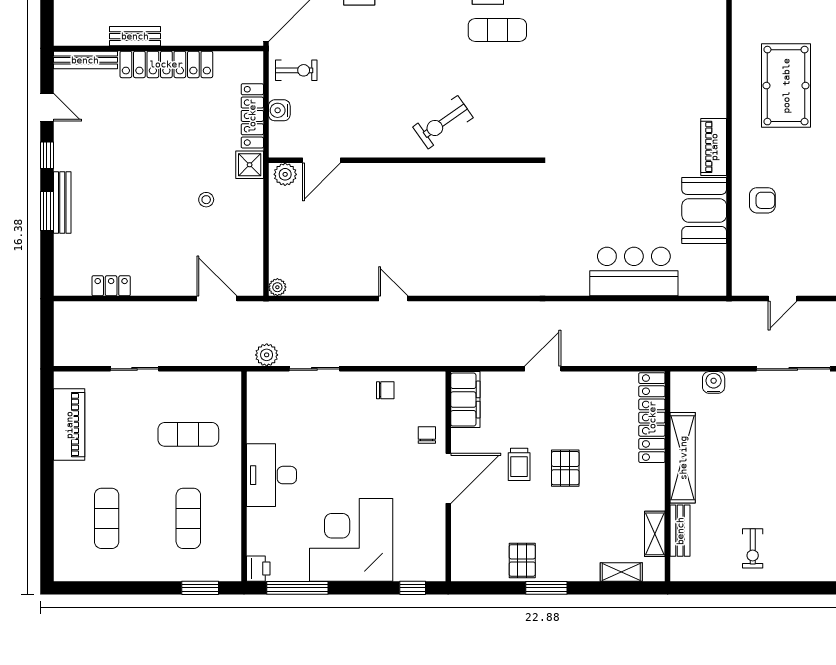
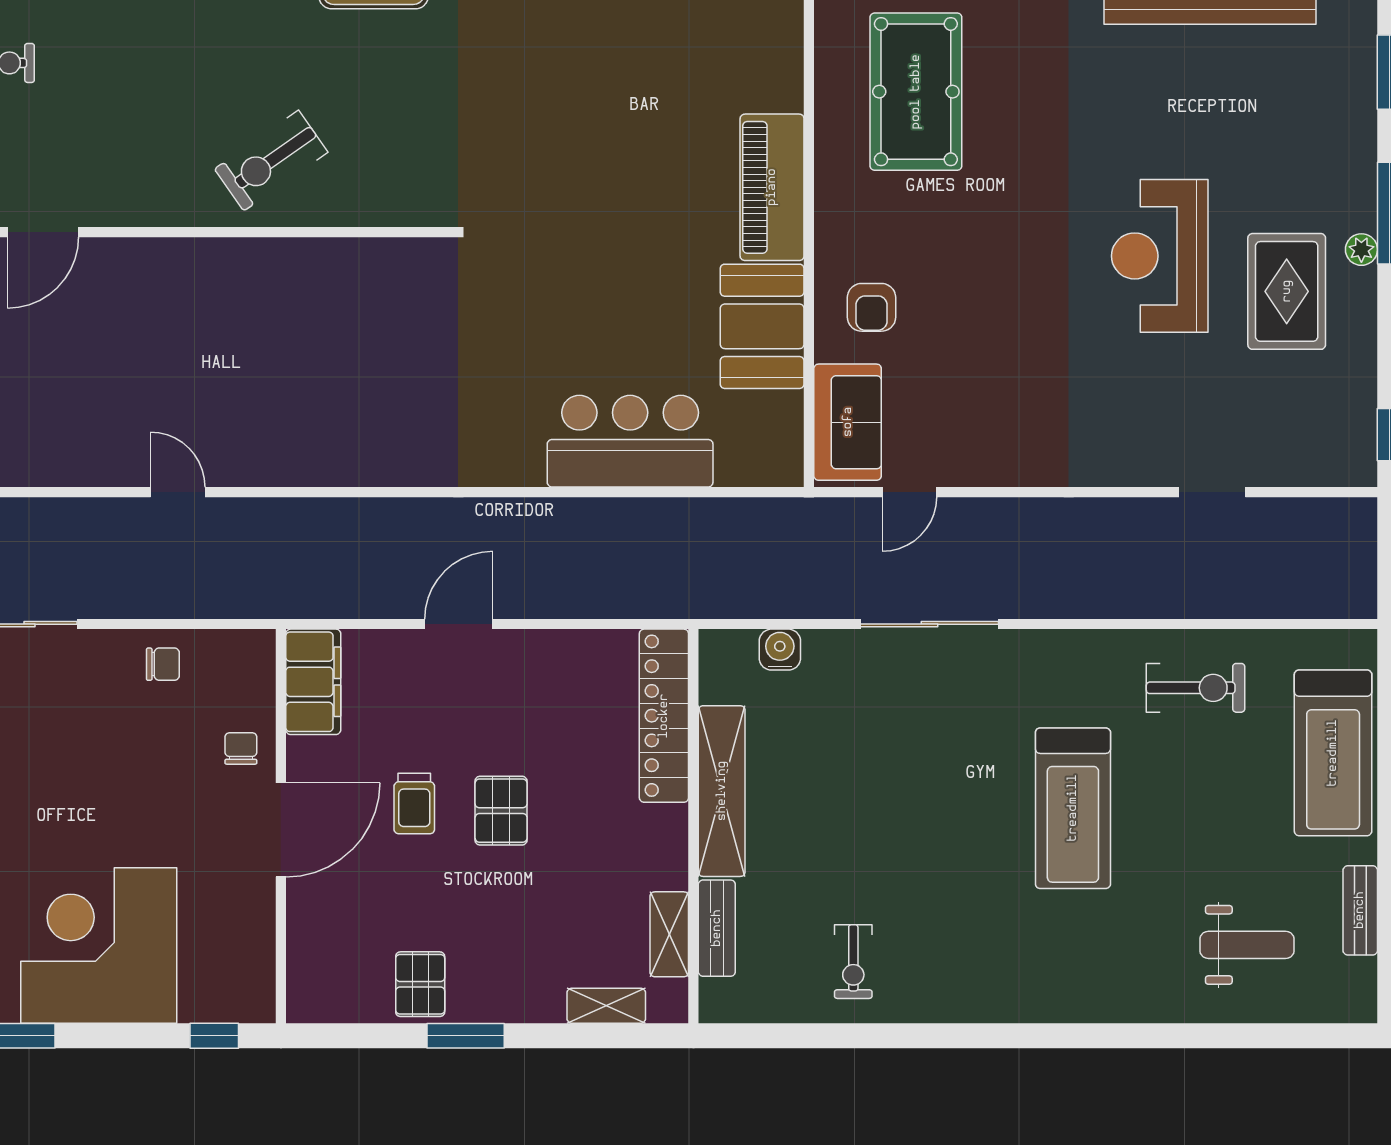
piano: (714, 147) -> (772, 187), width x1.37, depth x1.33
armchair: (762, 200) -> (872, 307), turned 90
sofa: (750, 261) -> (848, 422), added

